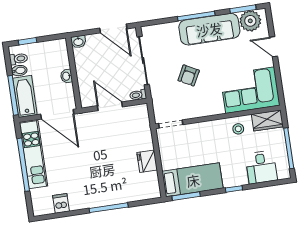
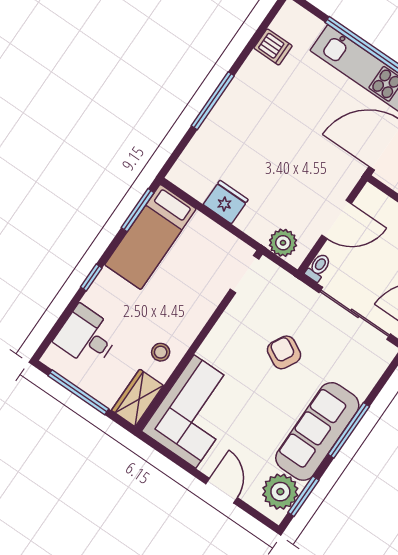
door: (274, 47) -> (222, 491), hinge flipped
plant: (142, 120) -> (283, 243), added

